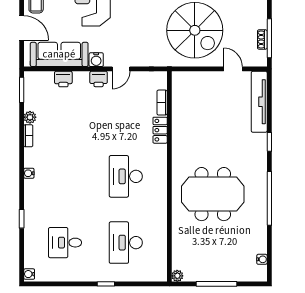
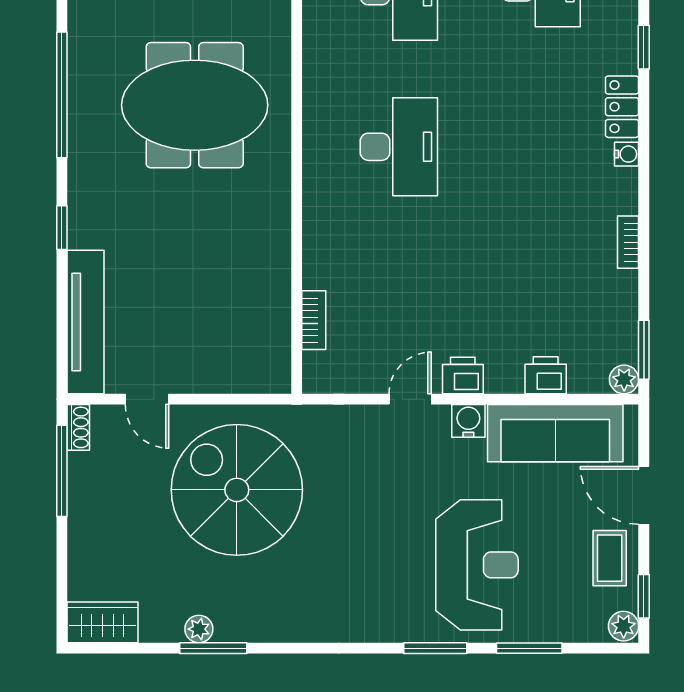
shoe rack: (262, 39) -> (78, 427), moved
plant: (30, 117) -> (624, 379), moved
locker: (160, 130) -> (622, 107), moved, turned 180

